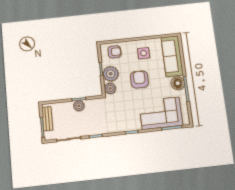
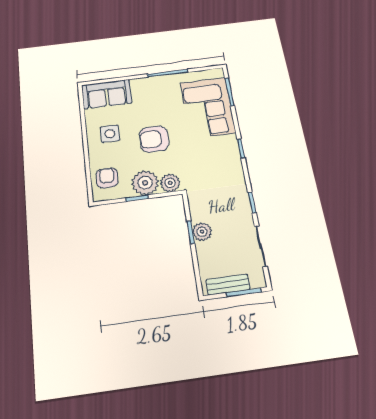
sofa: (172, 56) -> (106, 94), width x0.73
floor lamp: (178, 83) -> (159, 85), removed

